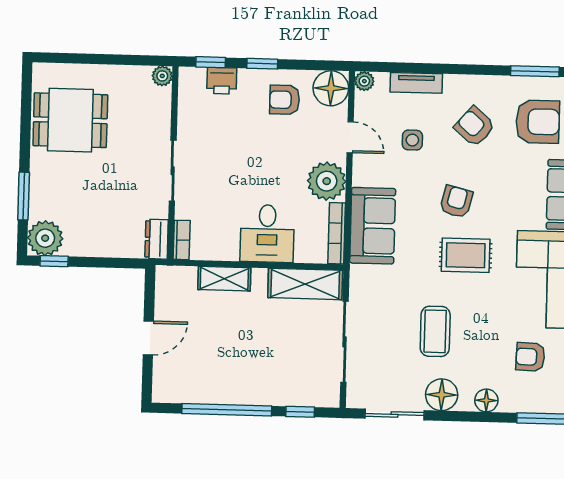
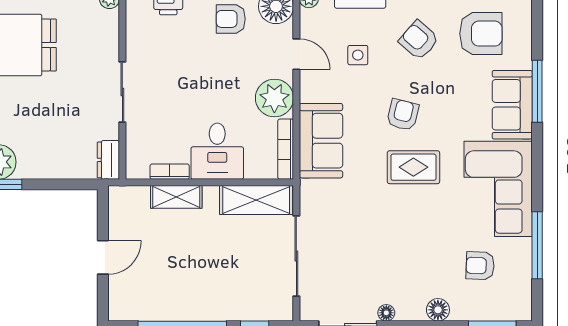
bookcase: (182, 240) -> (170, 172), moved, turned -90
coffee table: (435, 331) -> (386, 243), removed
floor lamp: (442, 395) -> (386, 313), width x0.53, depth x0.53

